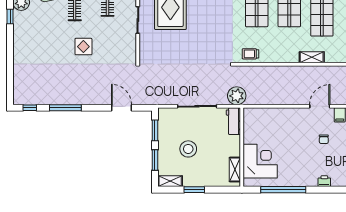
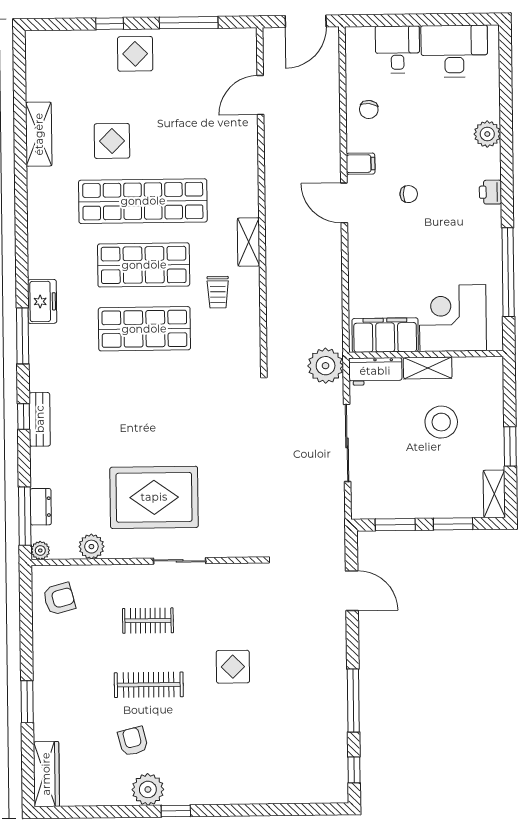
trolley: (250, 54) -> (218, 292), moved
shelving: (312, 57) -> (249, 242), moved
door: (122, 108) -> (352, 591), swing flipped
filing cabinet: (252, 126) -> (385, 335), added
stool: (188, 149) -> (441, 422), moved
shelving: (235, 170) -> (428, 368), moved

